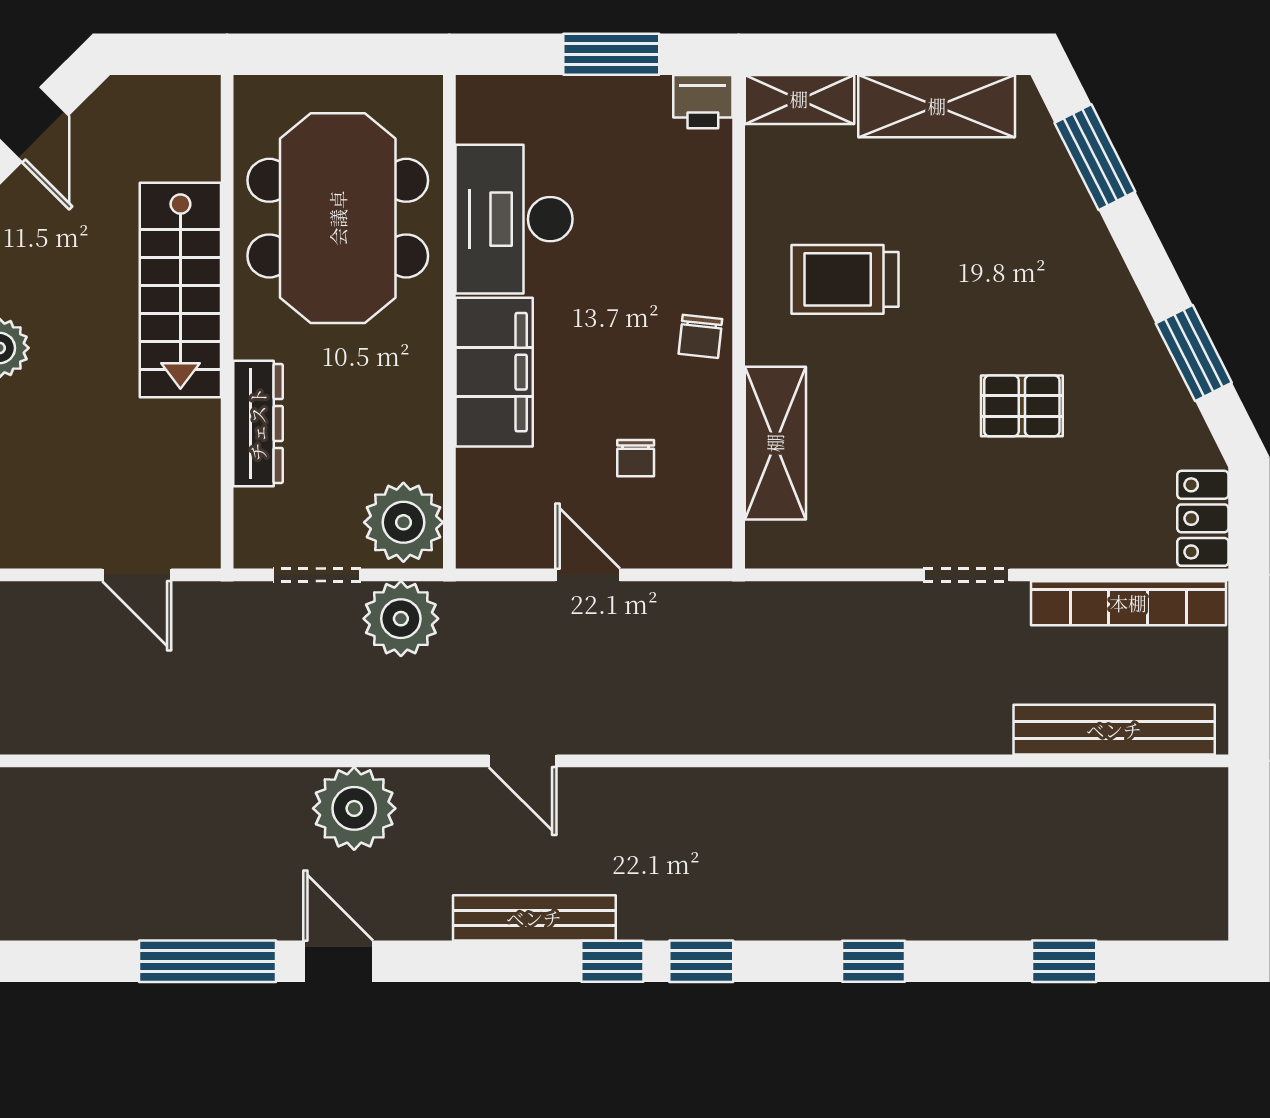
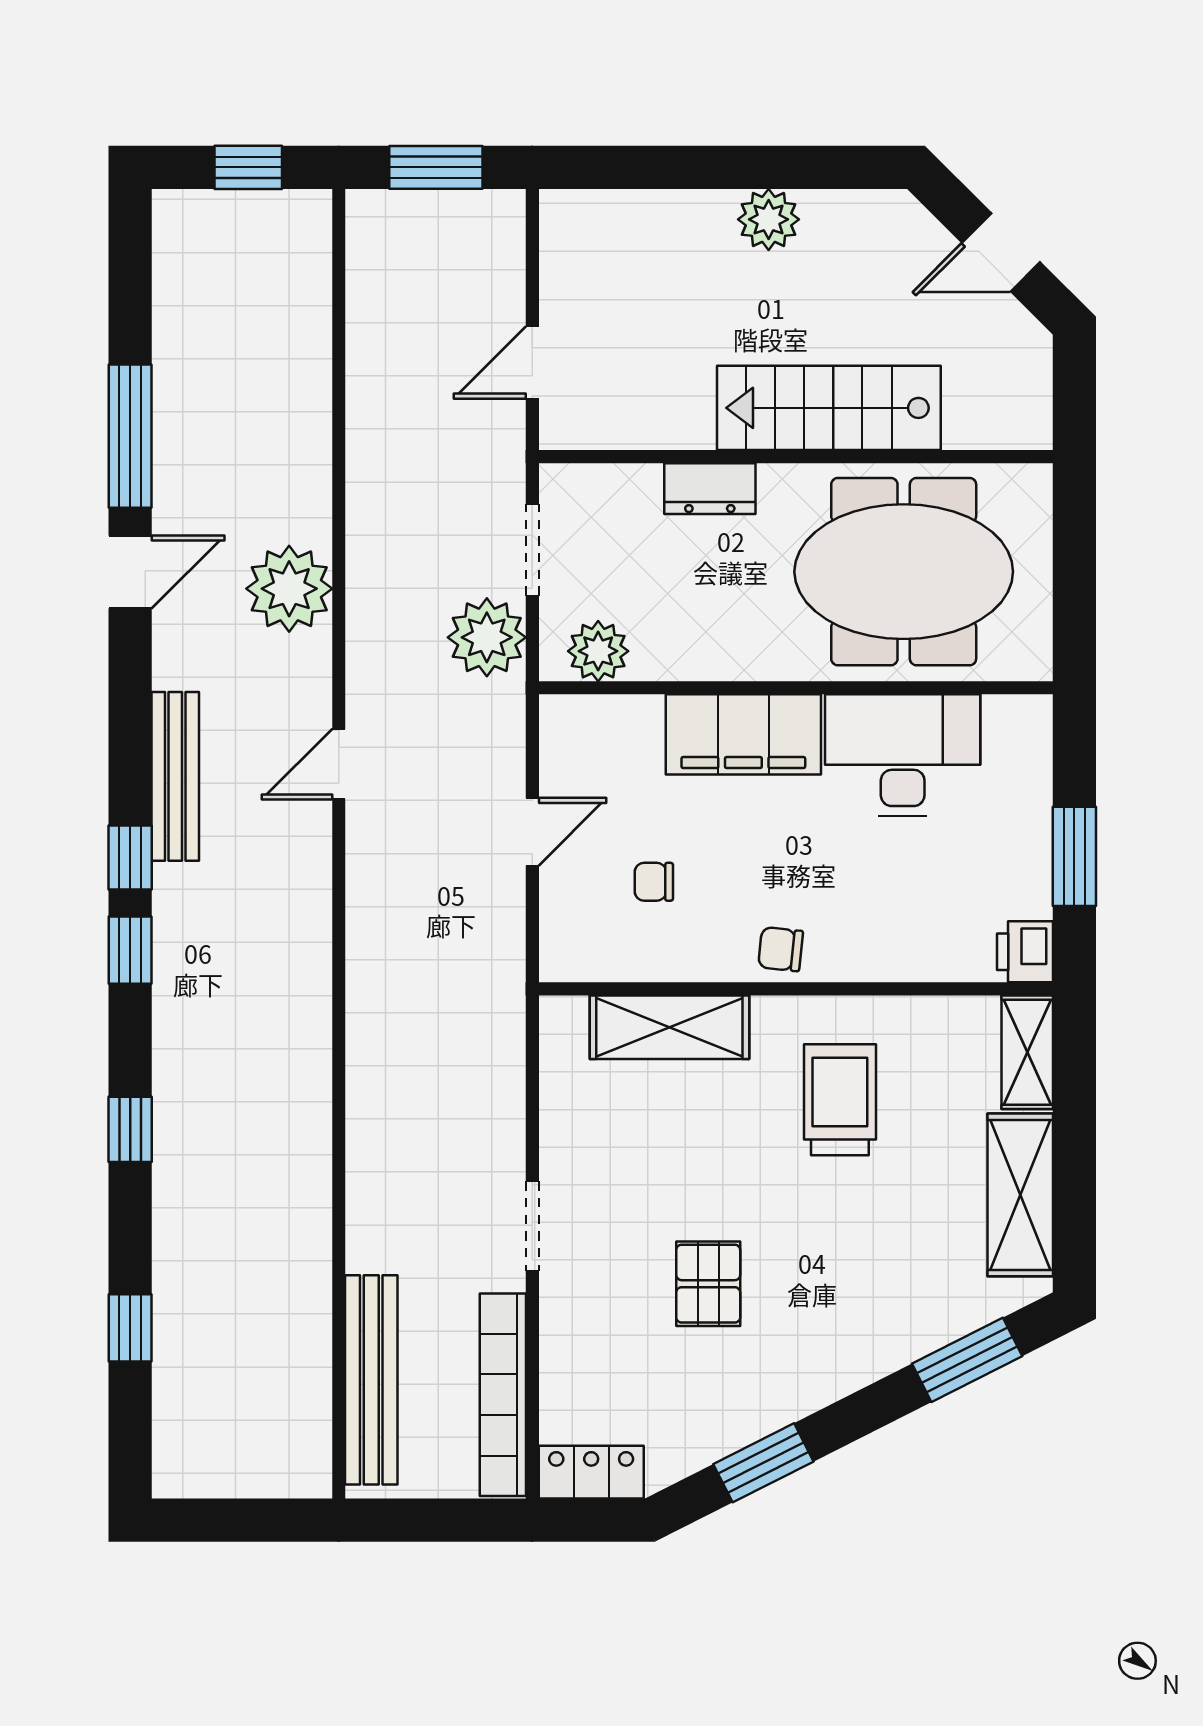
dresser: (258, 424) -> (710, 489), width x0.70
plant: (403, 522) -> (598, 651), width x0.73, depth x0.73

